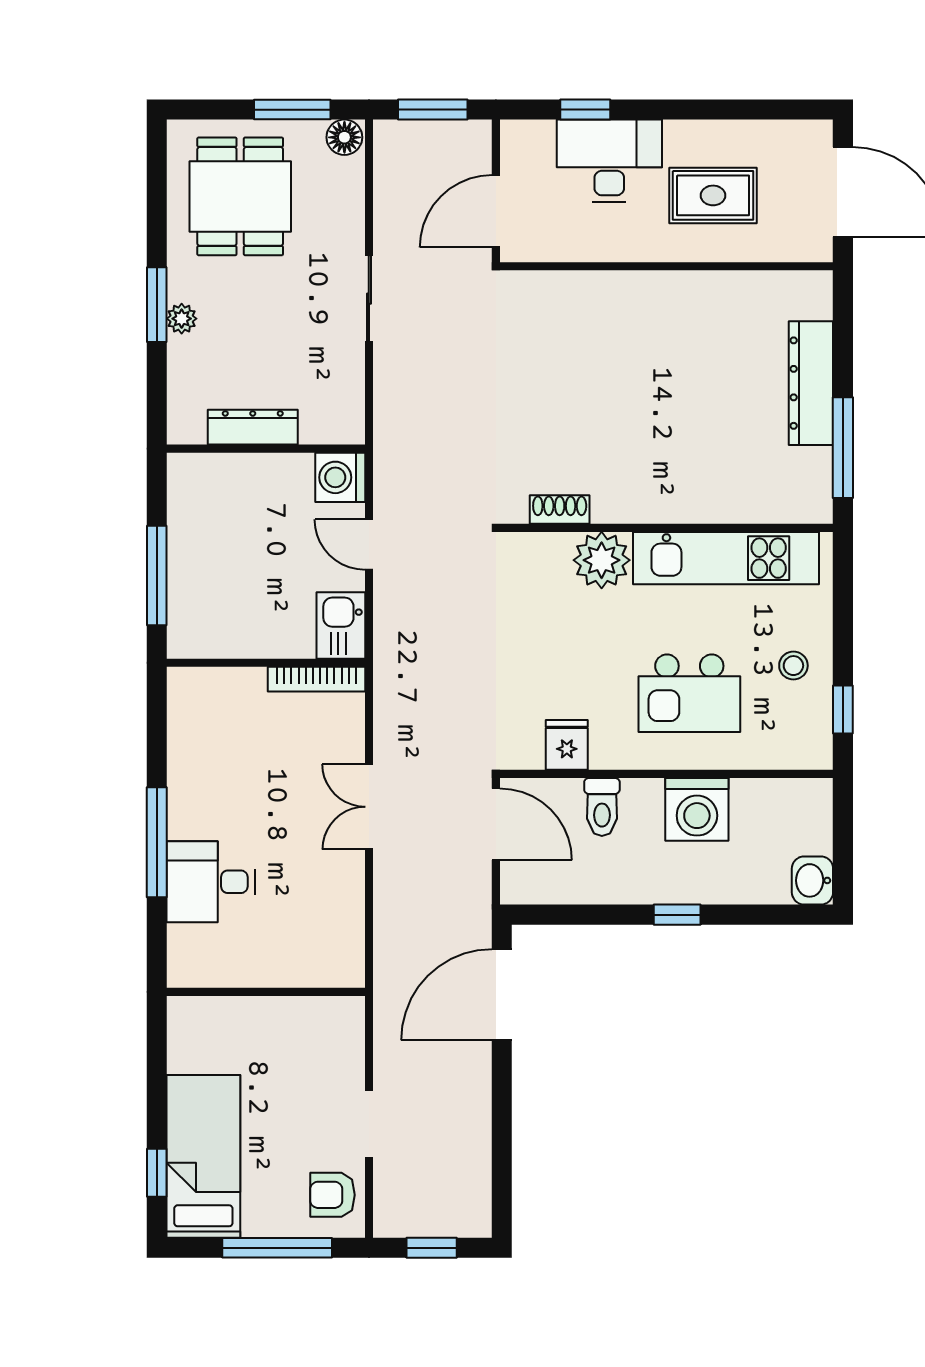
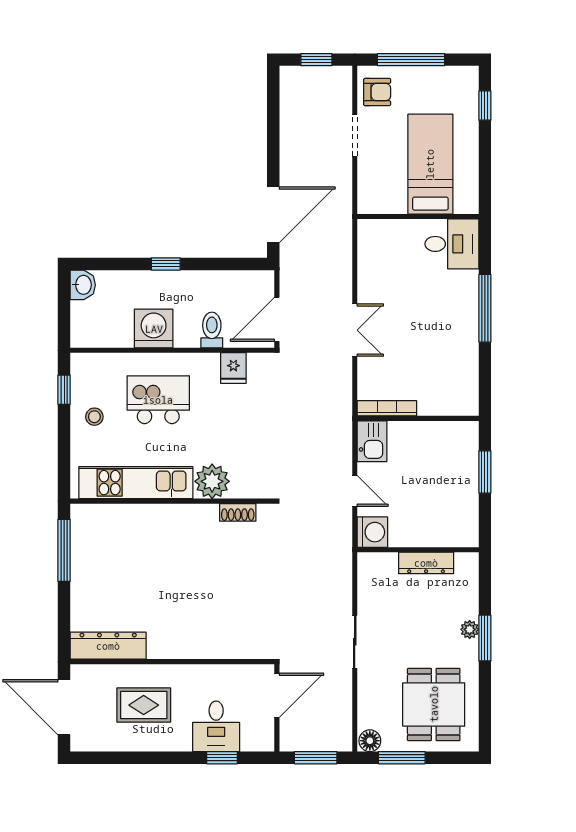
desk: (609, 161) -> (216, 726), width x0.73
dresser: (811, 383) -> (108, 646), moved, turned -90
window: (157, 576) -> (485, 472), width x0.69
door: (496, 824) -> (277, 319), hinge flipped
desk: (211, 882) -> (452, 244), moved
bed: (203, 1156) -> (430, 164), moved, turned 180

